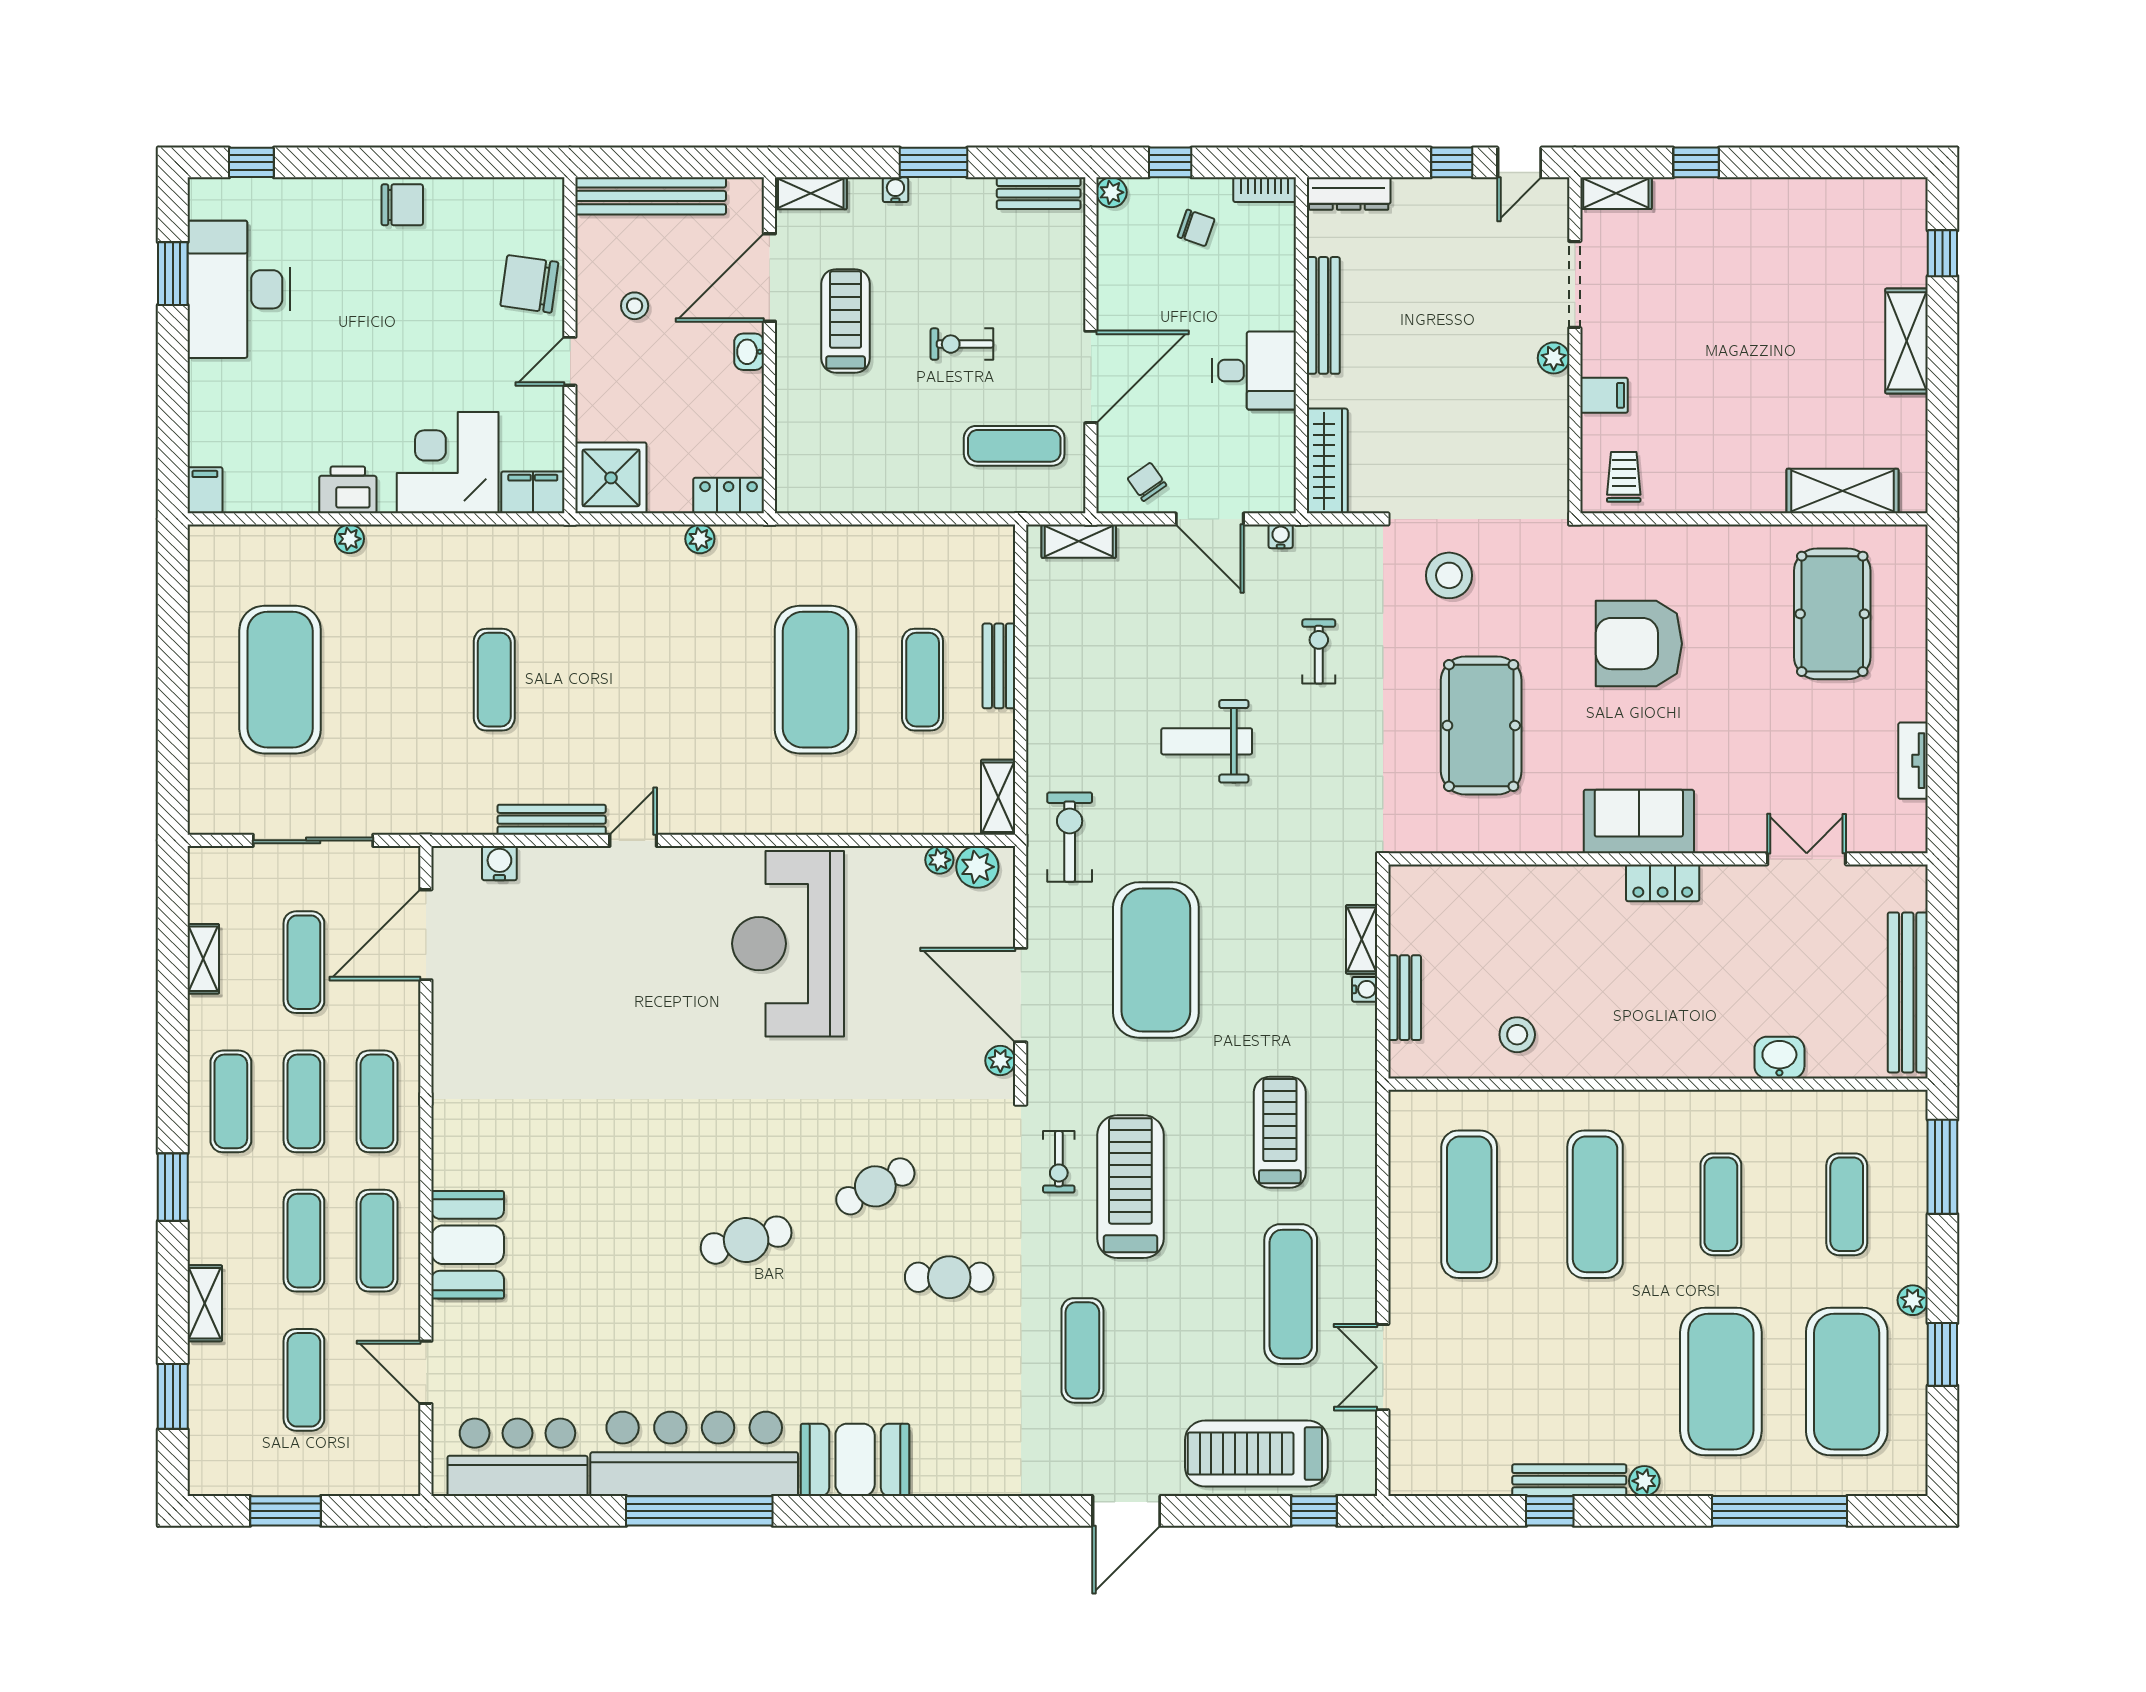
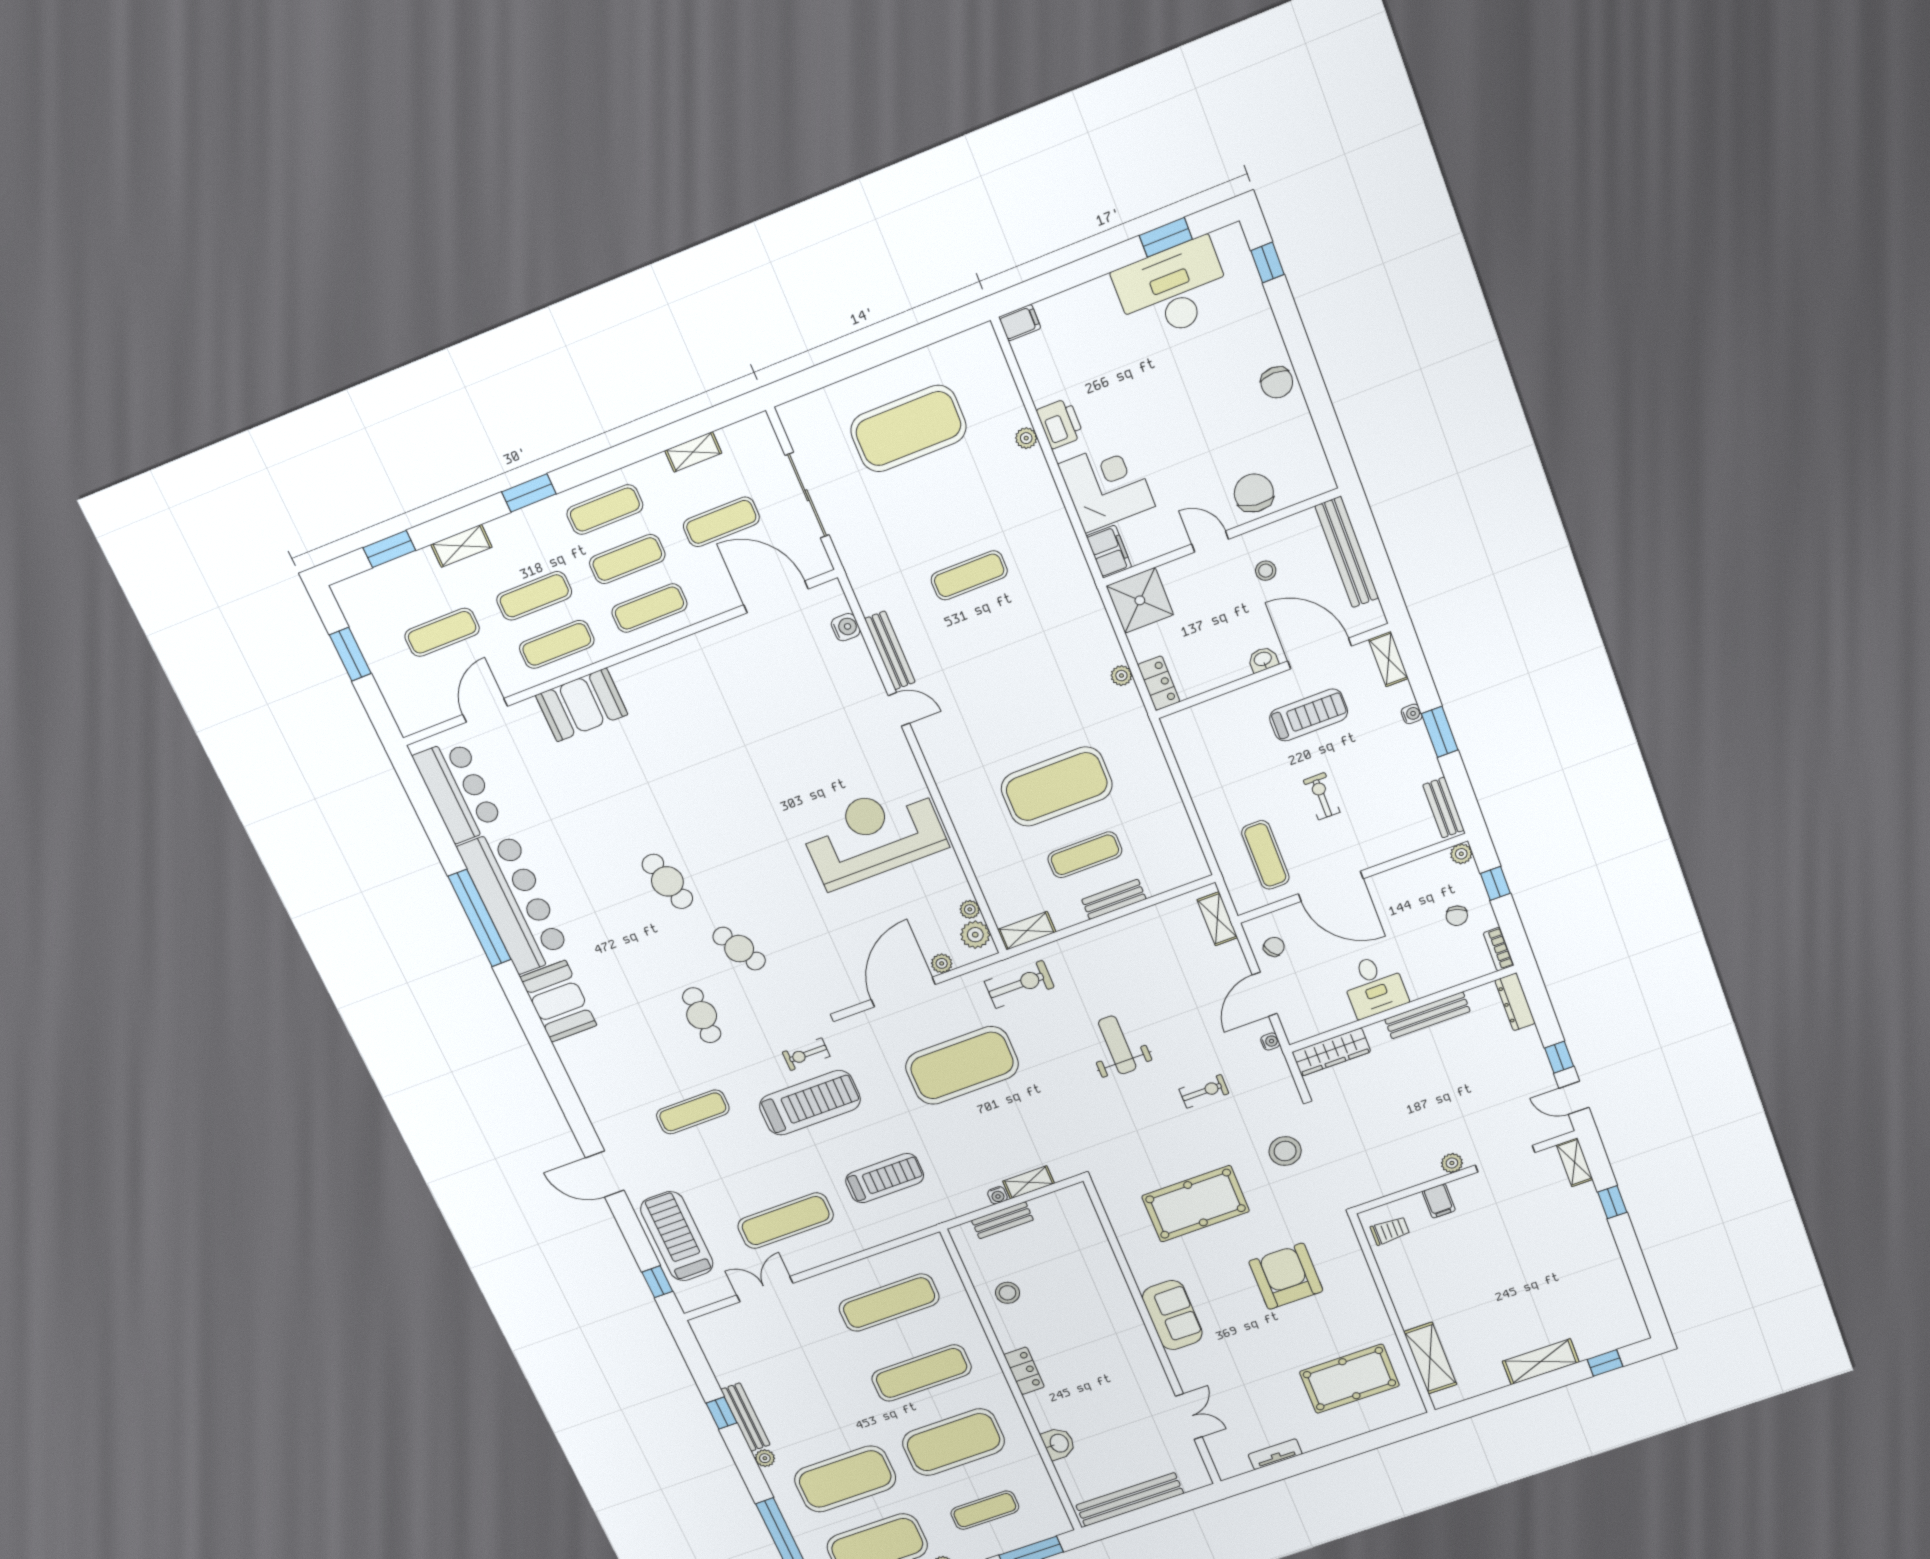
locker: (1663, 883) -> (1024, 1371), moved, turned 180
plant: (1000, 1061) -> (942, 963), moved
exercise mat: (1721, 1204) -> (953, 1442), width x2.00, depth x1.45

